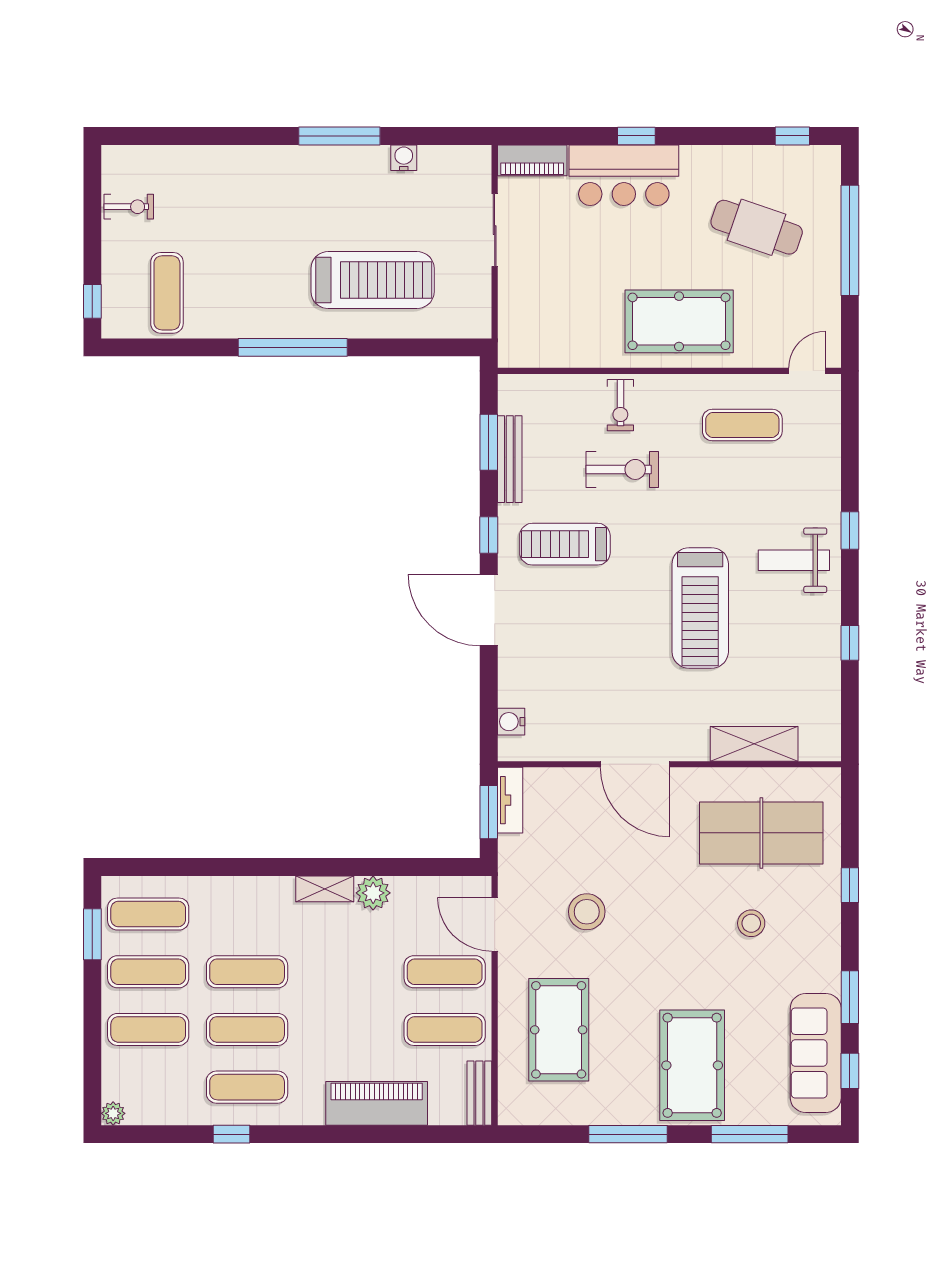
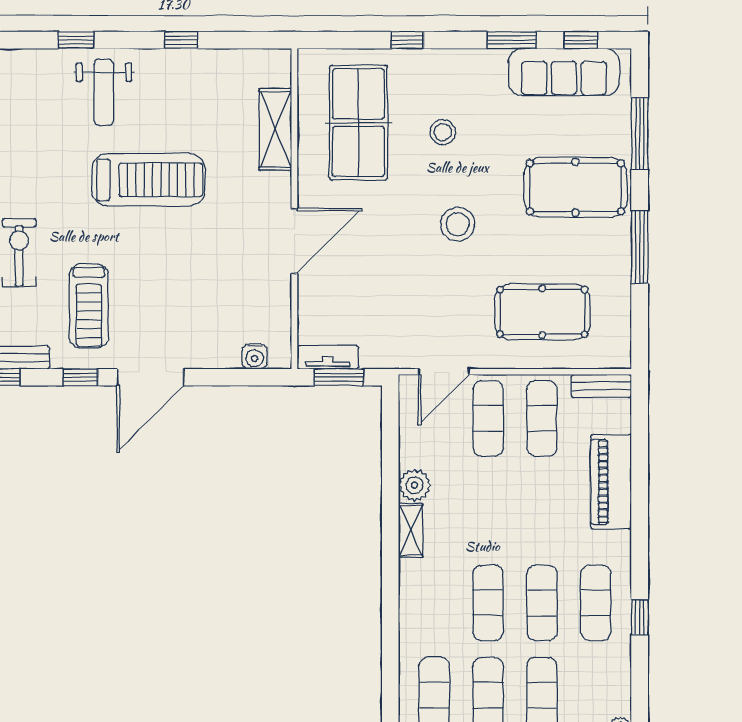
stool: (587, 912) -> (457, 224), moved

